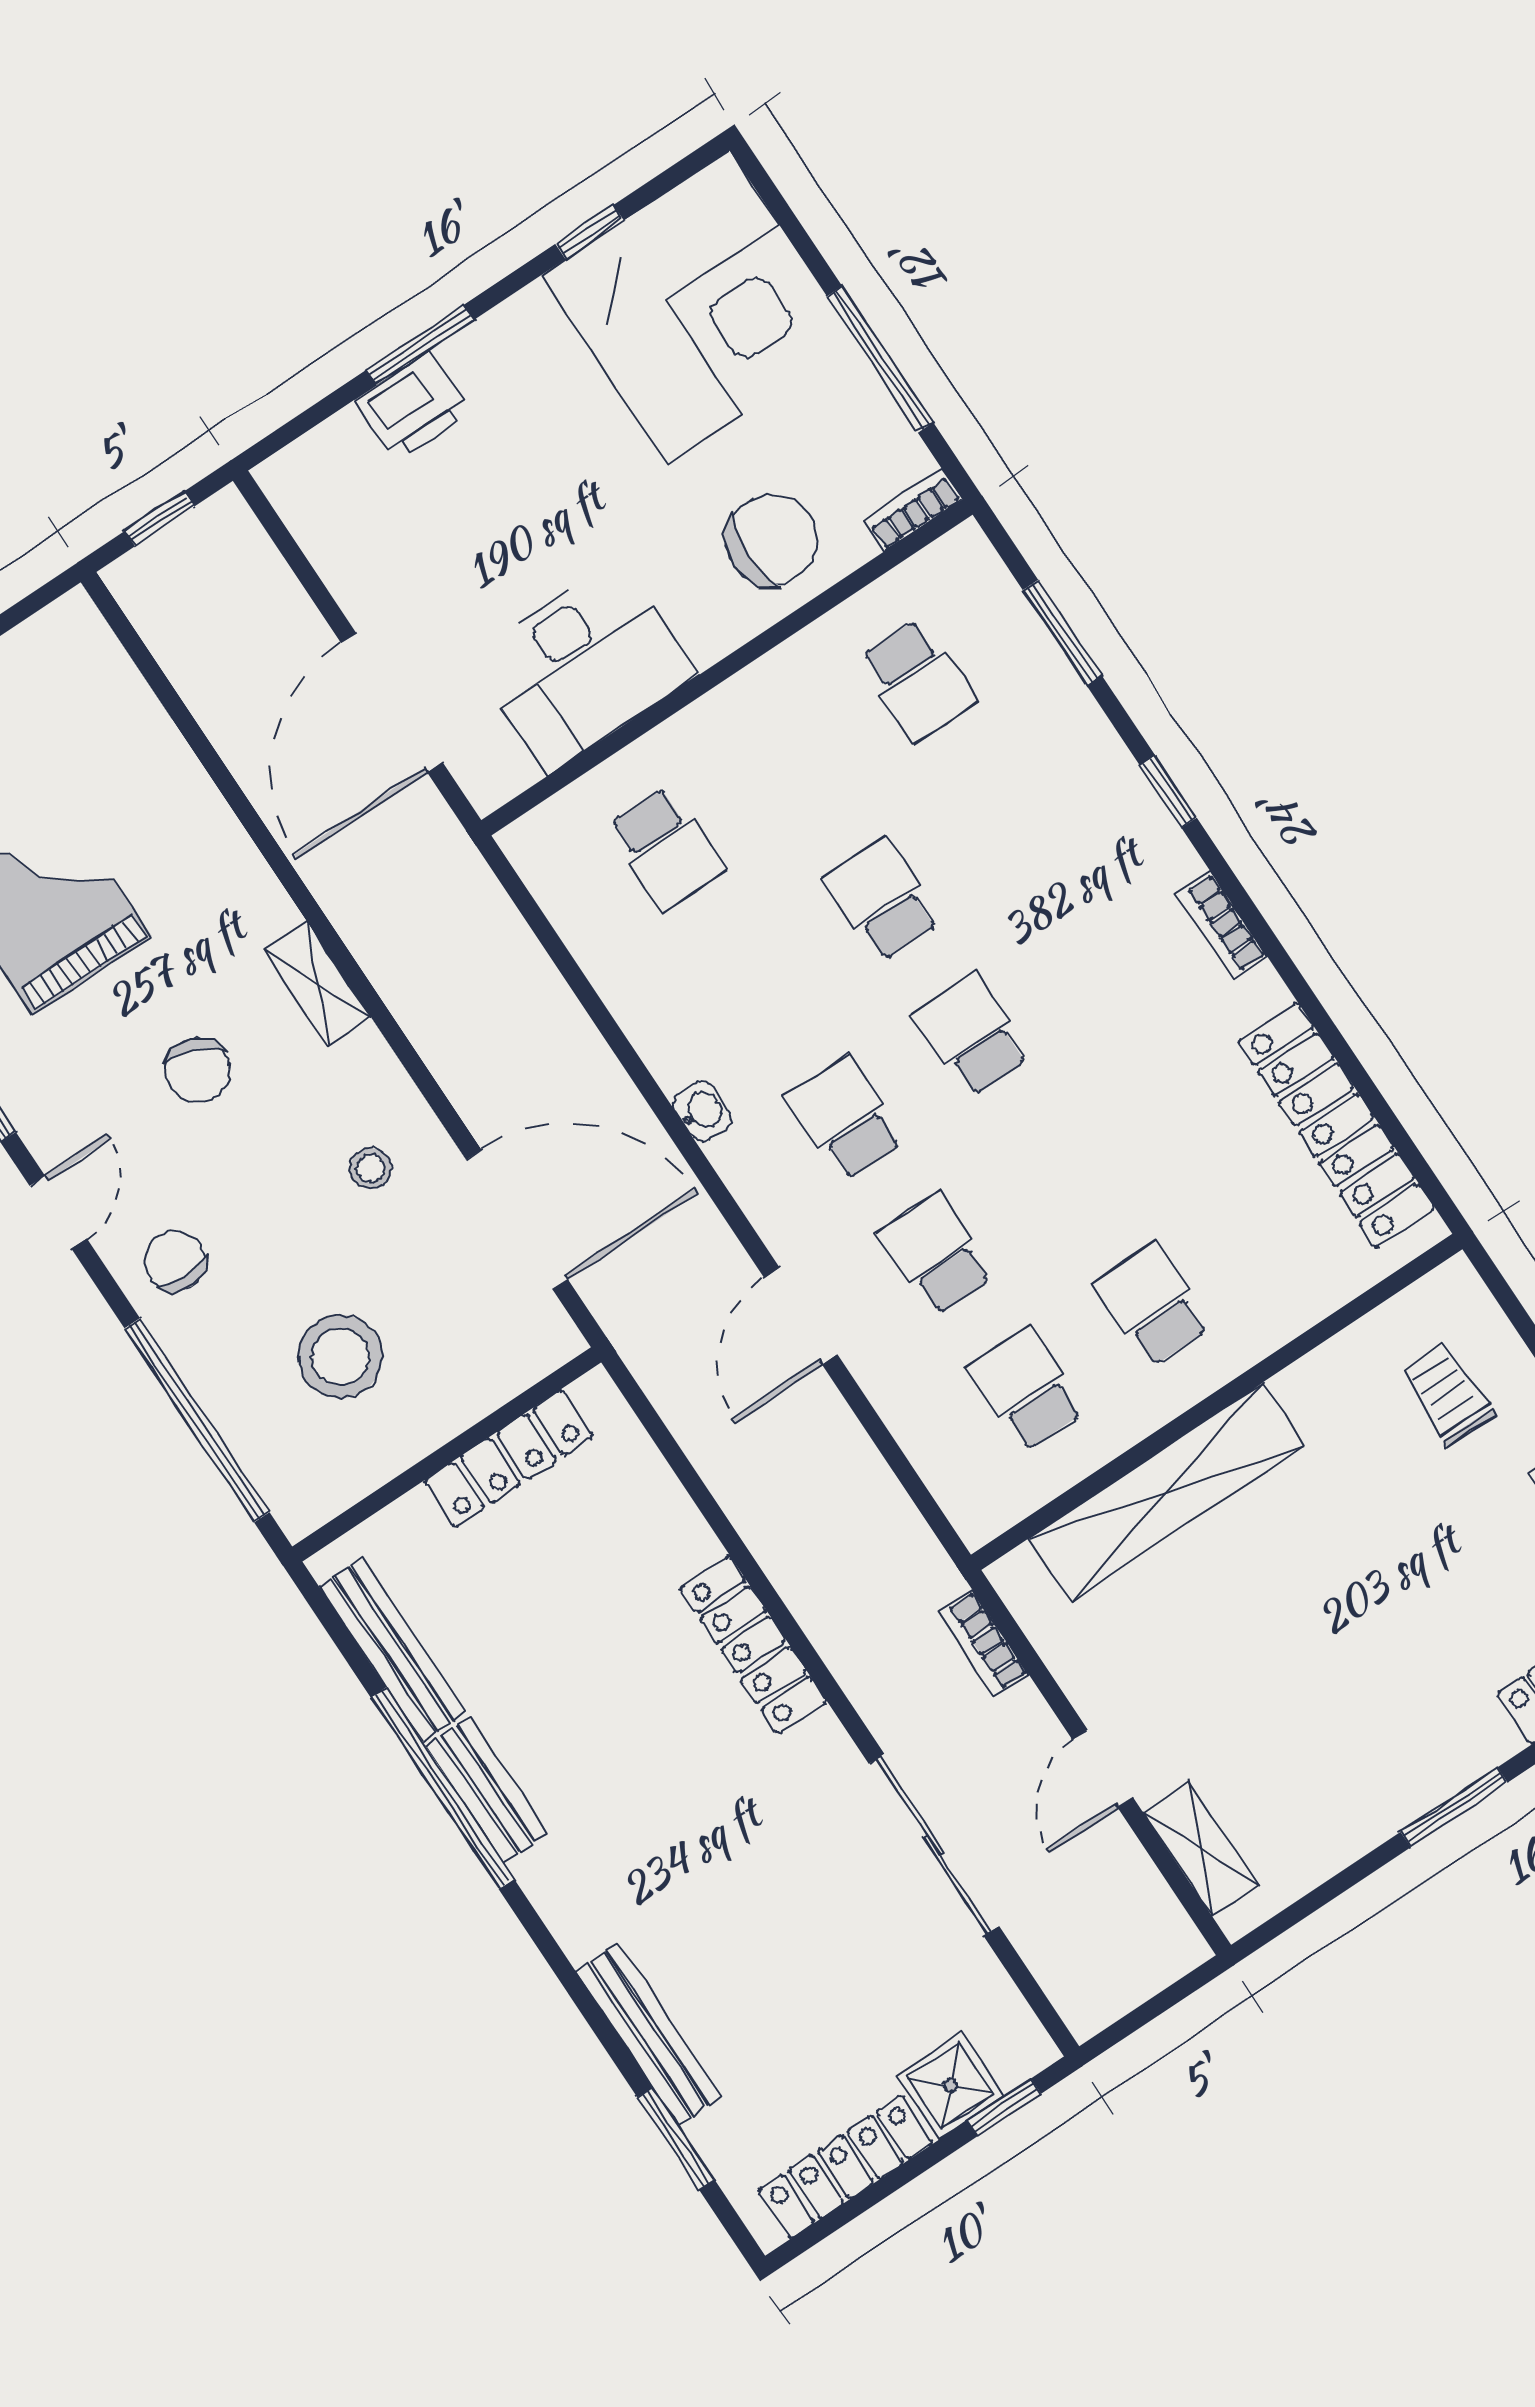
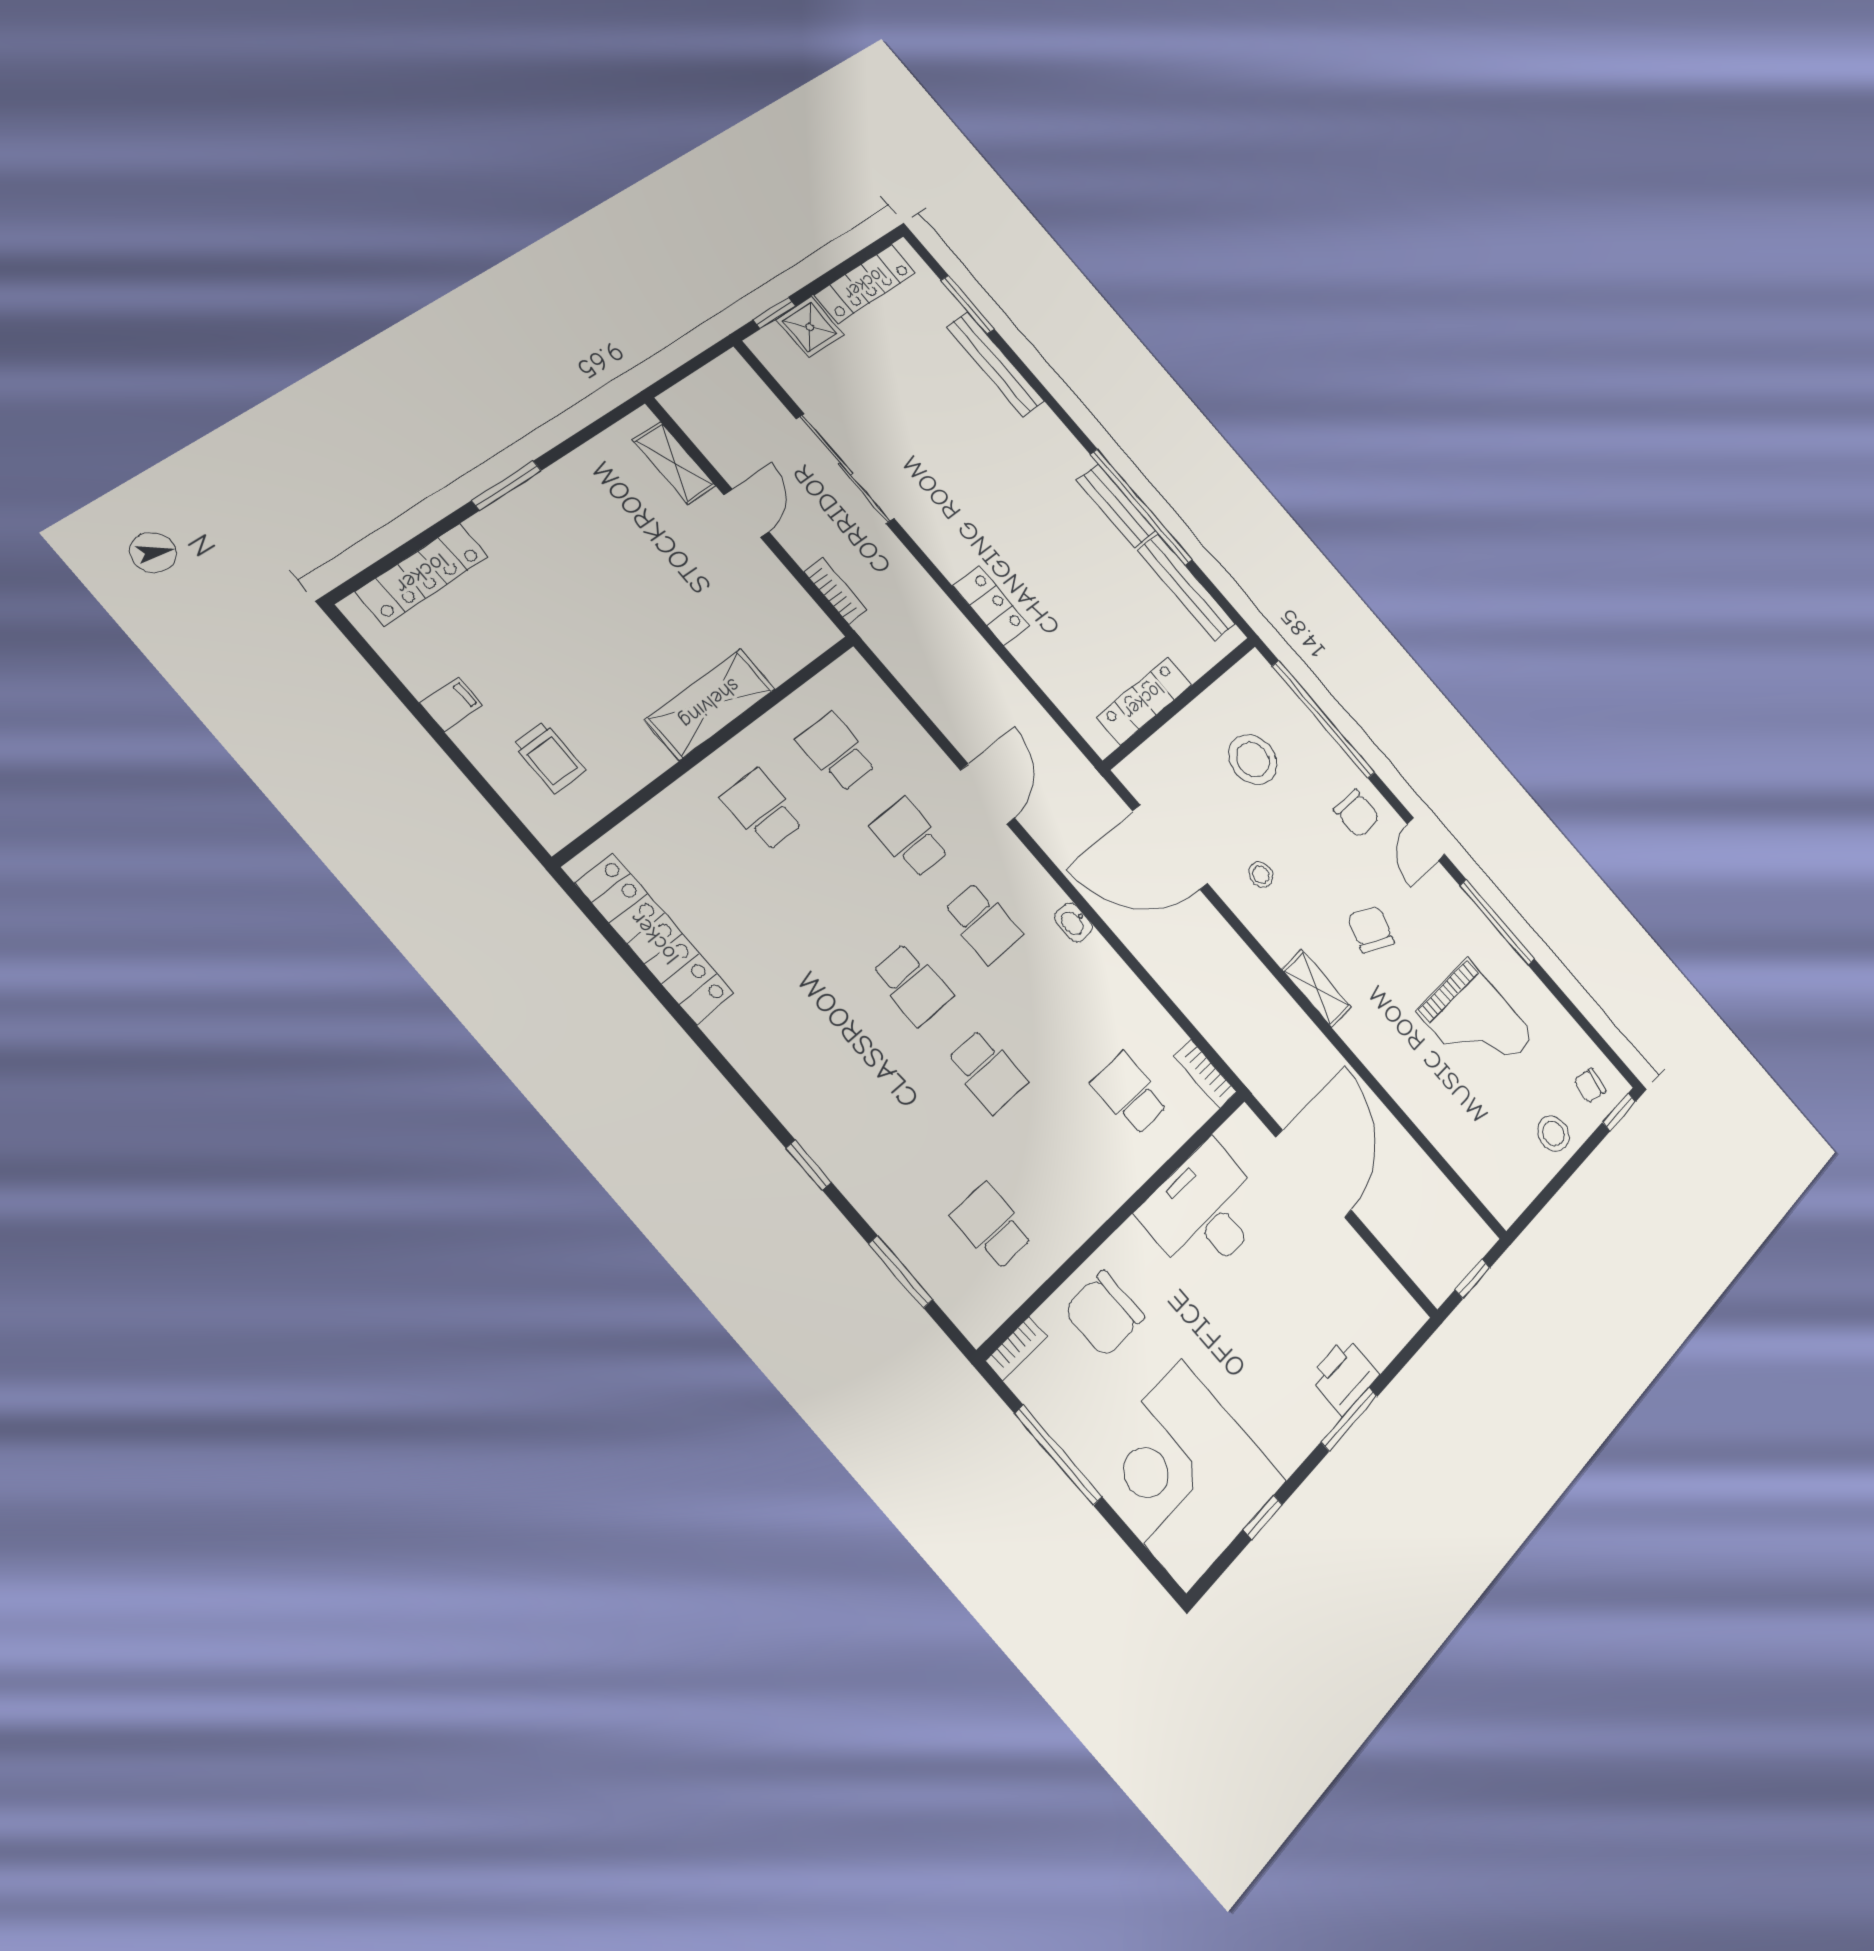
bookcase: (1222, 925) -> (1205, 1074), moved, turned 180
school desk: (936, 1254) -> (910, 838), turned 180
school desk: (1152, 1305) -> (762, 810), turned 180
school desk: (1026, 1389) -> (836, 752), turned 180
shelving: (1167, 1492) -> (710, 704), width x0.68
locker: (753, 1645) -> (991, 606), width x0.66

